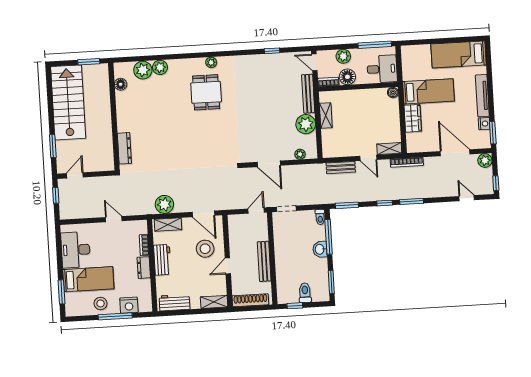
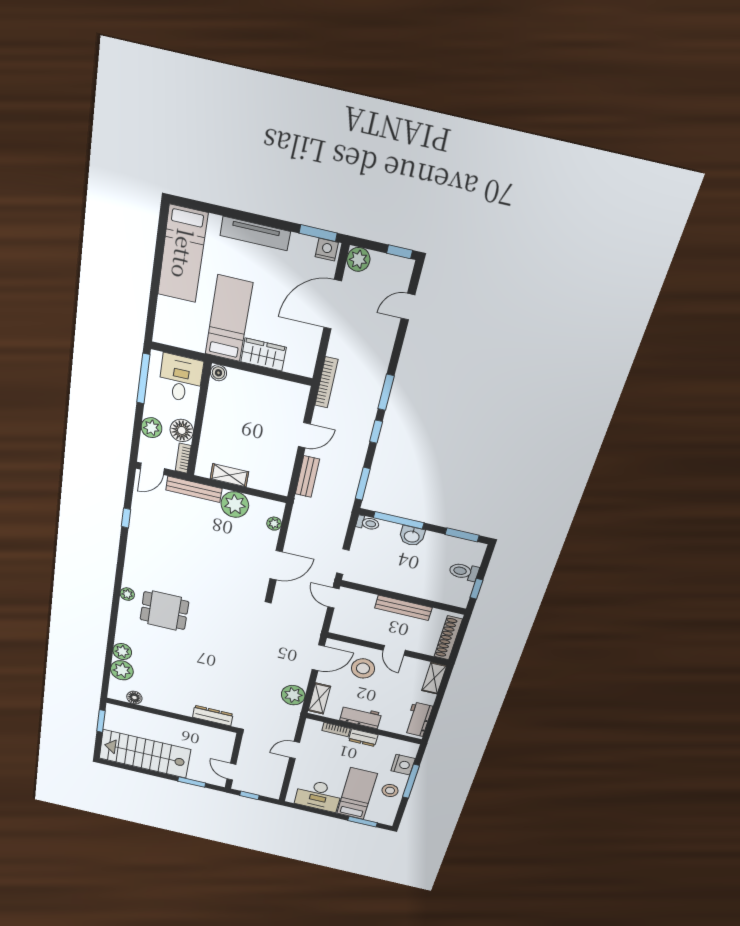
nightstand: (484, 124) -> (327, 250), moved
shelving: (389, 149) -> (299, 402), removed

